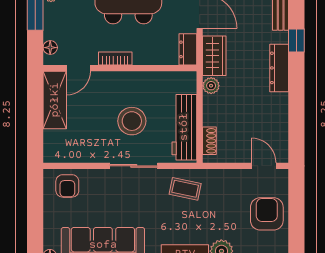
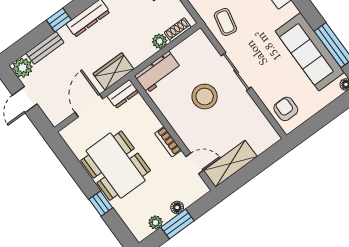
floor lamp: (50, 48) -> (177, 207), moved
plant: (211, 86) -> (160, 41), moved
workbench: (184, 127) -> (158, 72), moved, width x0.73
armchair: (67, 186) -> (286, 109), turned -90

